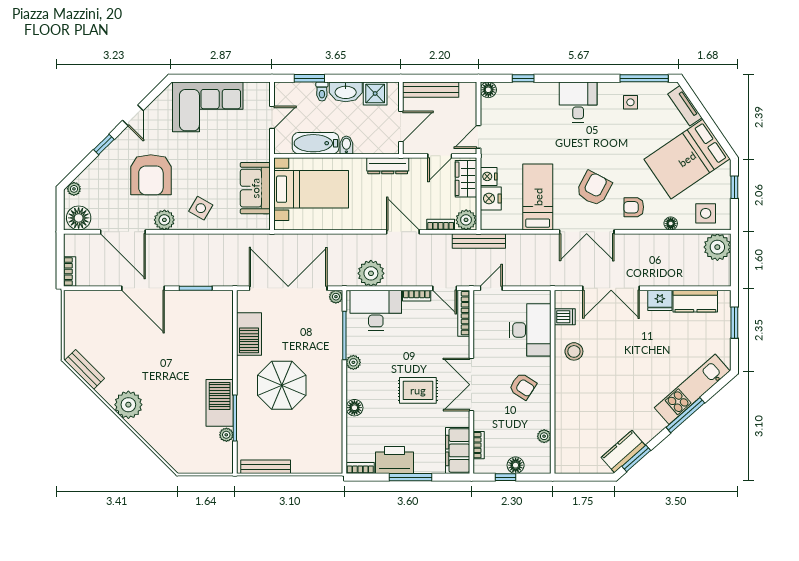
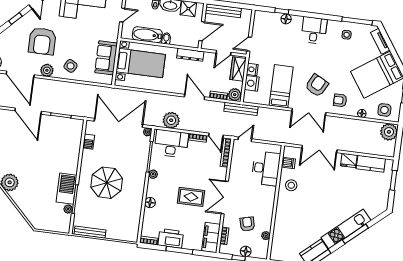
floor lamp: (488, 90) -> (286, 19), moved
barbecue: (249, 334) -> (89, 142), width x0.53, depth x0.65
armchair: (523, 386) -> (247, 224), moved, turned -137
kitchen unit: (692, 389) -> (346, 229), moved

